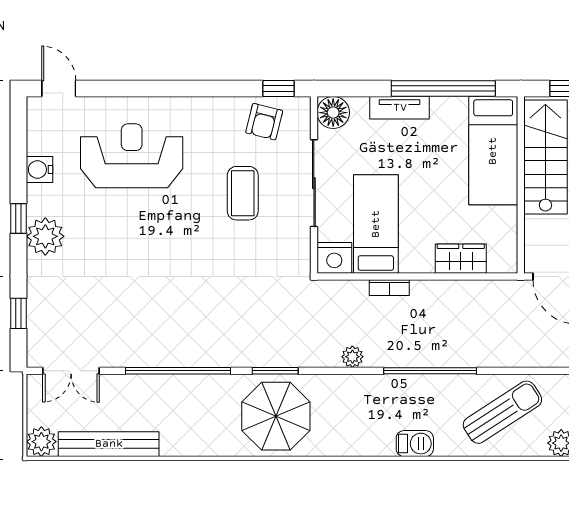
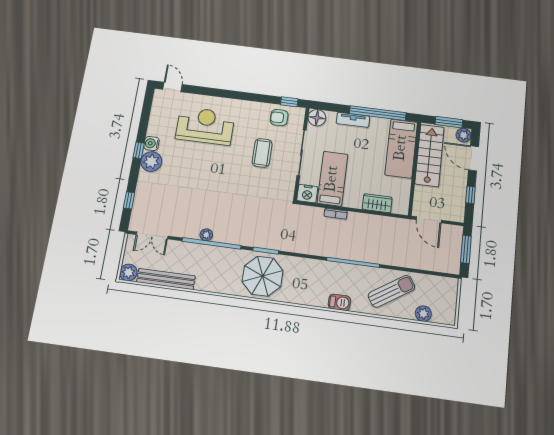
armchair: (264, 122) -> (279, 118), turned 76
water cooler: (40, 169) -> (151, 143), moved
plant: (352, 357) -> (206, 235), moved

